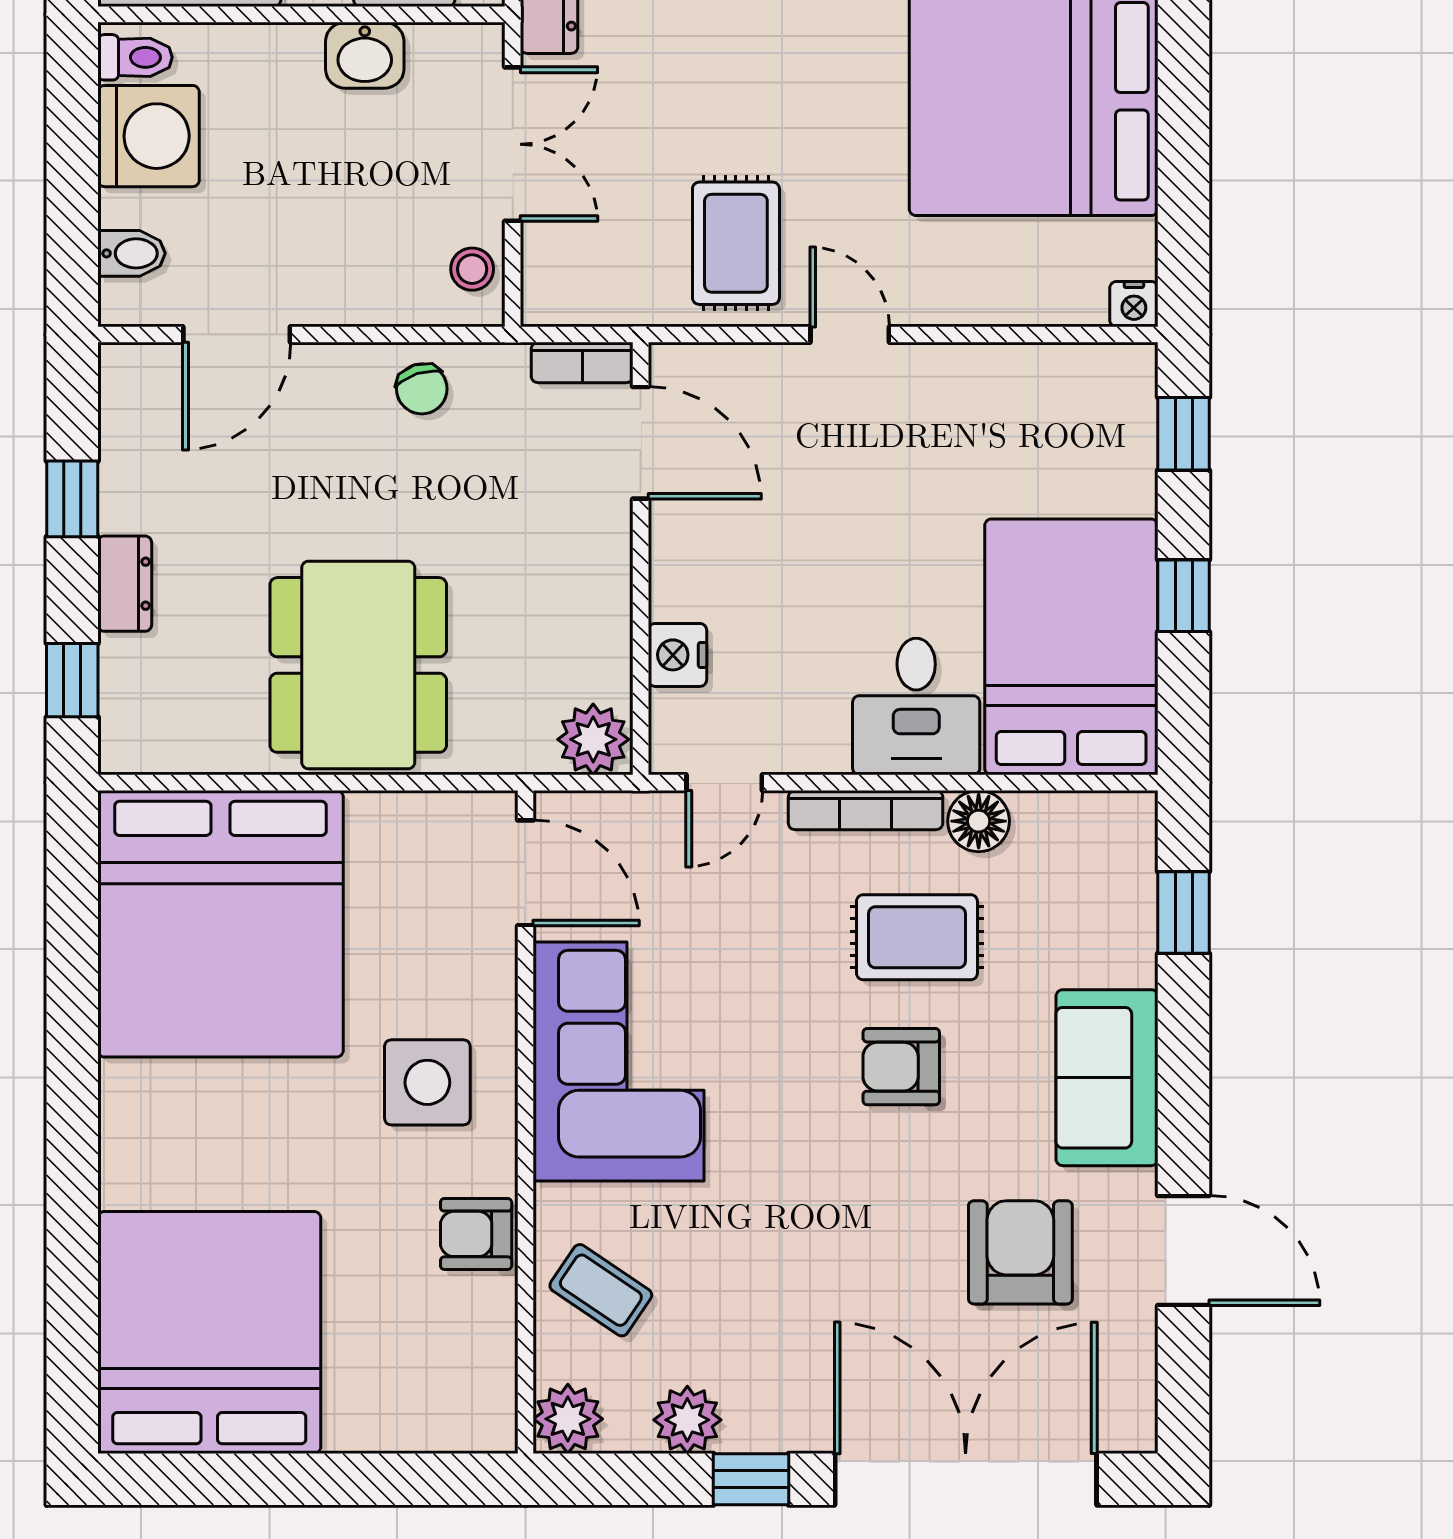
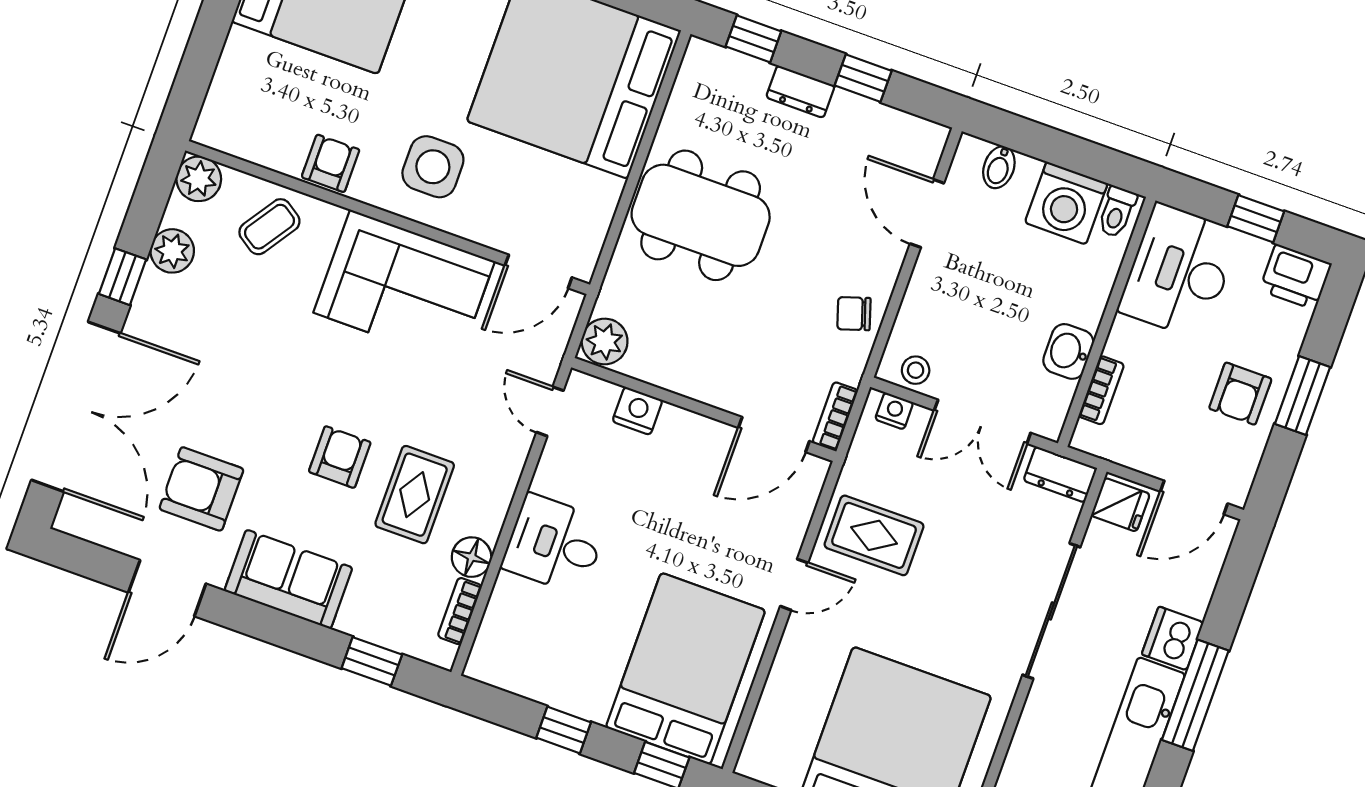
nightstand: (1134, 304) -> (894, 411), moved, turned 90
bed: (1071, 647) -> (686, 669), moved, turned -90
bookcase: (866, 810) -> (460, 611), moved, width x0.64
armchair: (1020, 1252) -> (201, 489), turned 180

